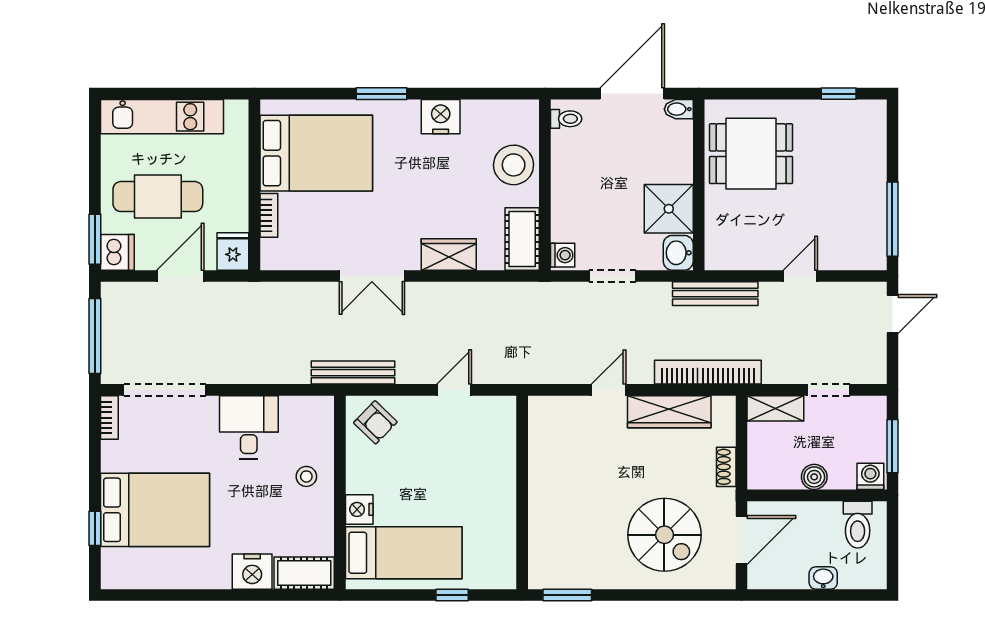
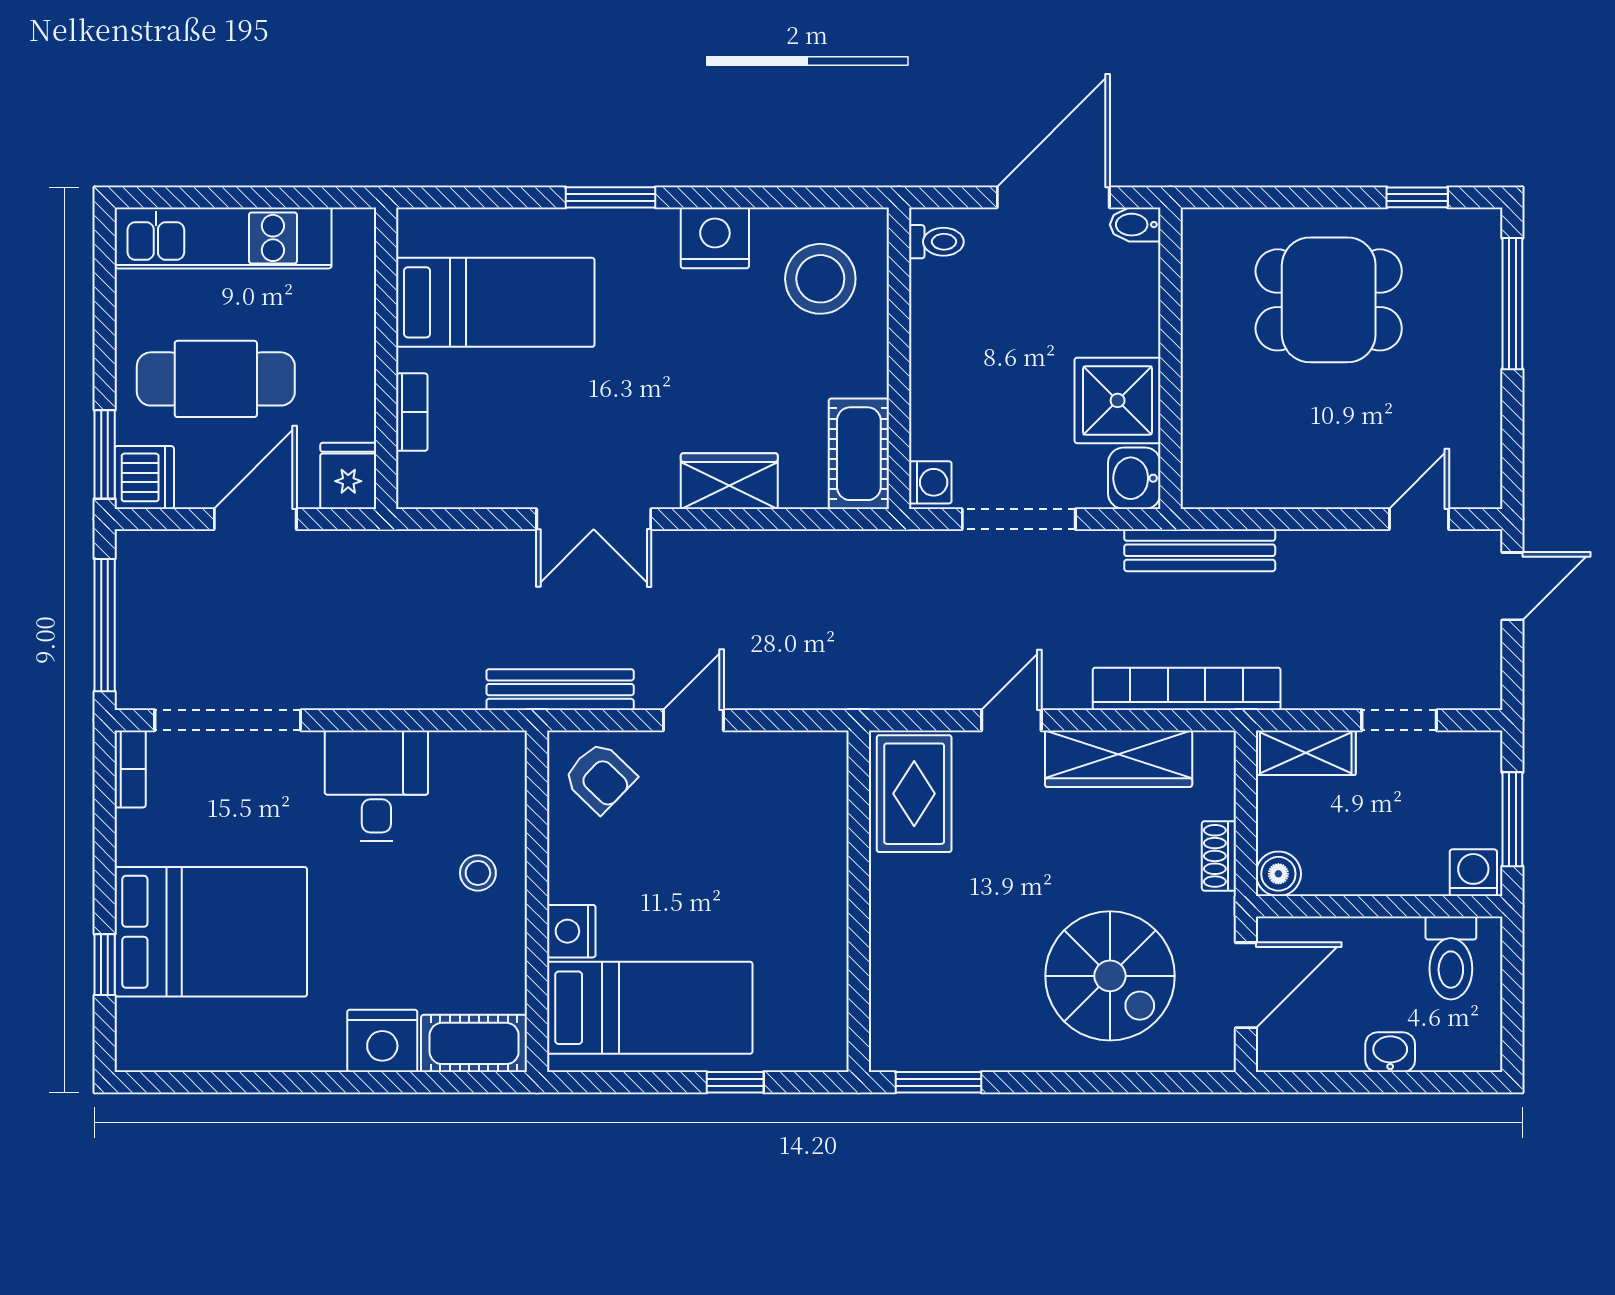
bed: (316, 153) -> (495, 302), width x0.67
dining table: (751, 154) -> (1329, 300), moved
stool: (514, 165) -> (820, 279), moved
window: (892, 219) -> (1512, 304), moved
doorway: (613, 276) -> (1019, 519), width x1.38
door: (800, 276) -> (1419, 519), moved
door: (454, 390) -> (693, 720), moved
rug: (553, 432) -> (914, 794), added
boiler: (814, 477) -> (1278, 874), moved

